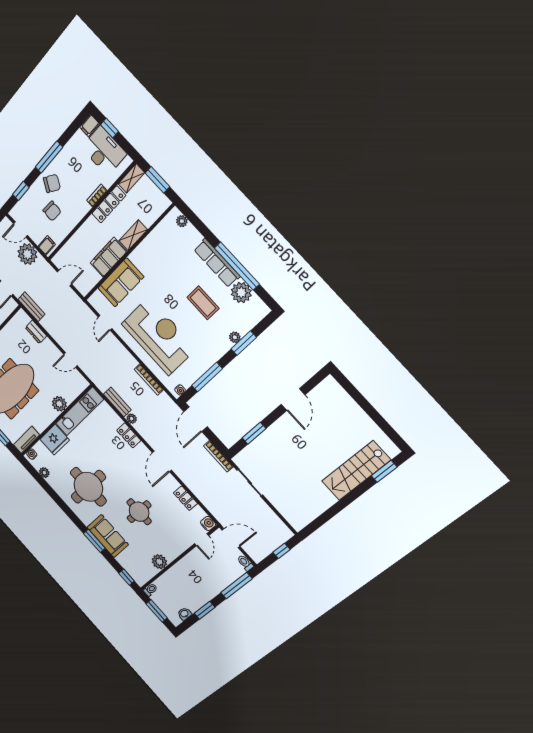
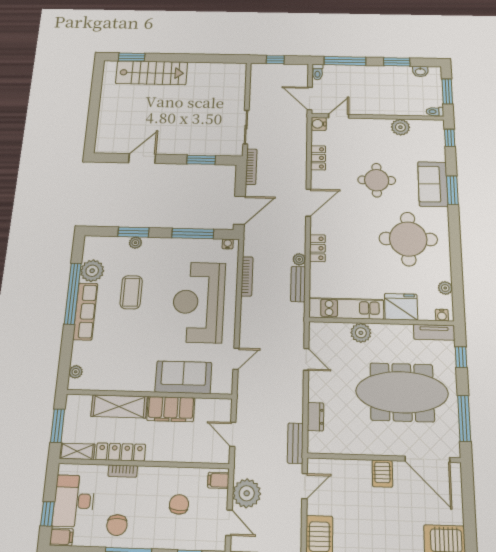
chair: (52, 183) -> (117, 525), moved, turned -121
shelving: (133, 235) -> (119, 406), width x1.50, depth x1.33

